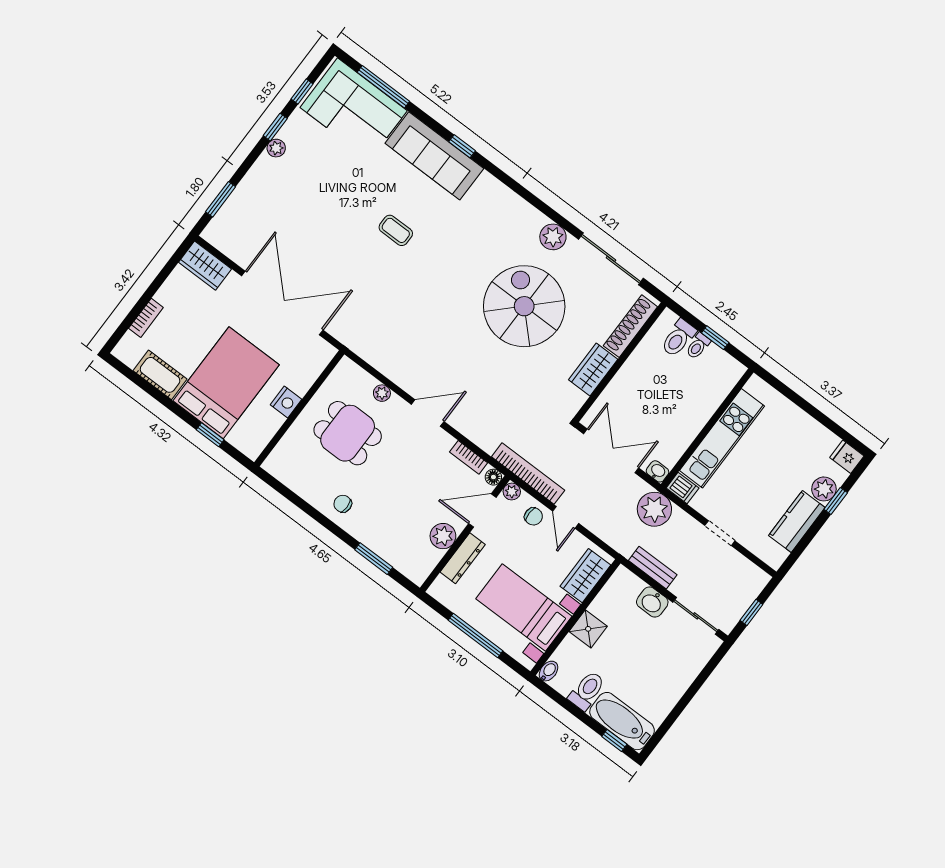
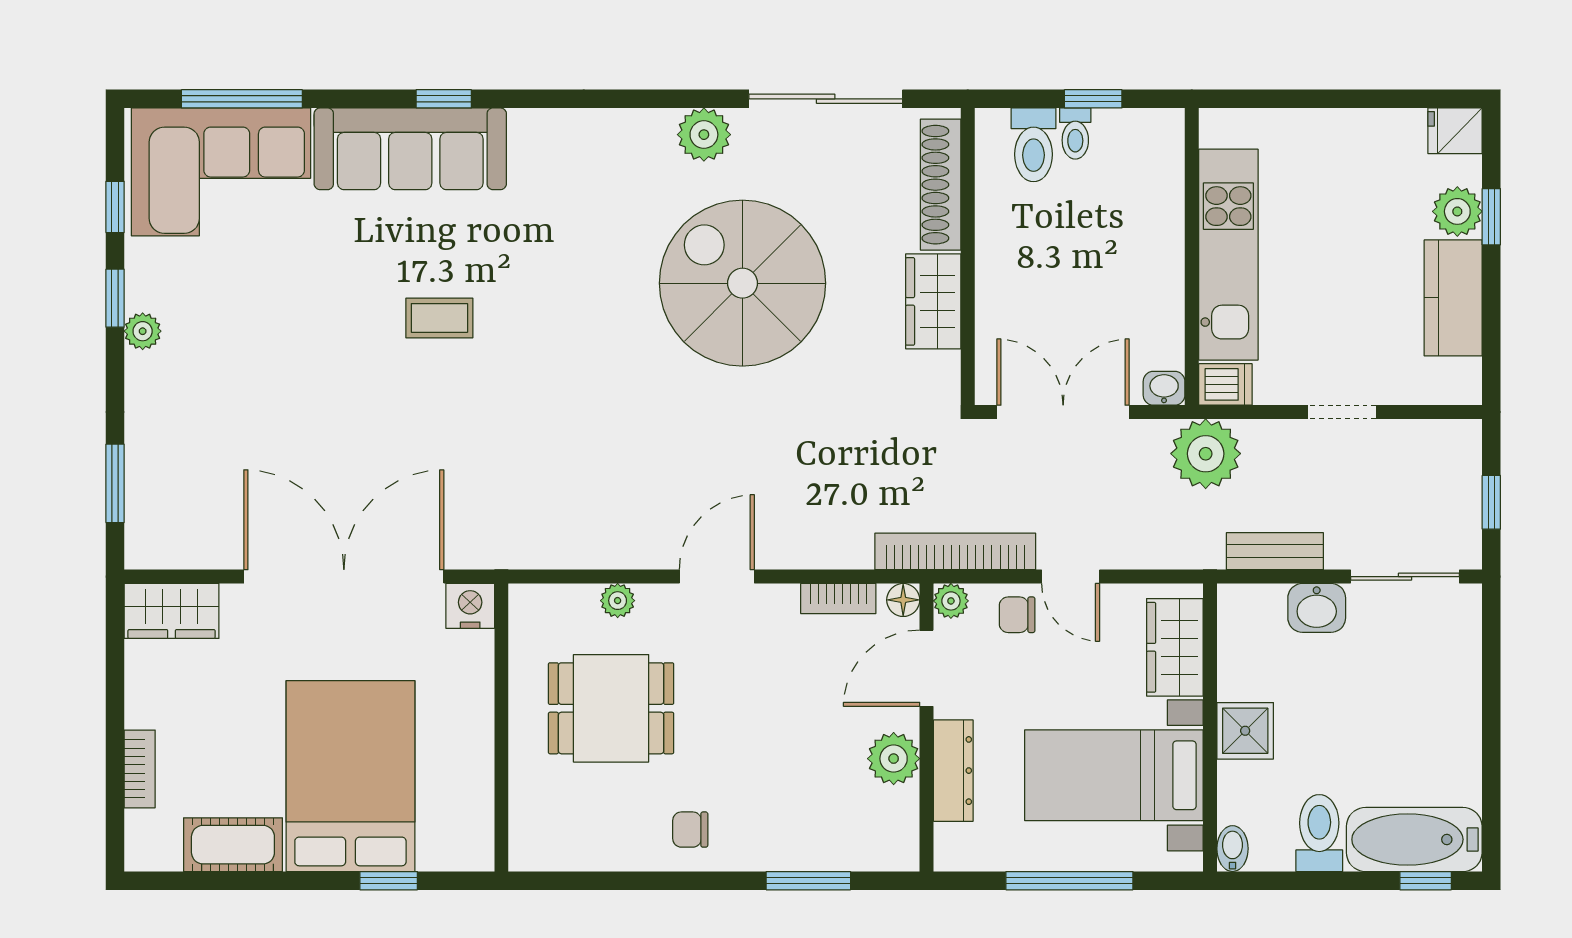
nightstand: (286, 402) -> (470, 606), moved, turned -90
chair: (533, 516) -> (1017, 615), turned 180

